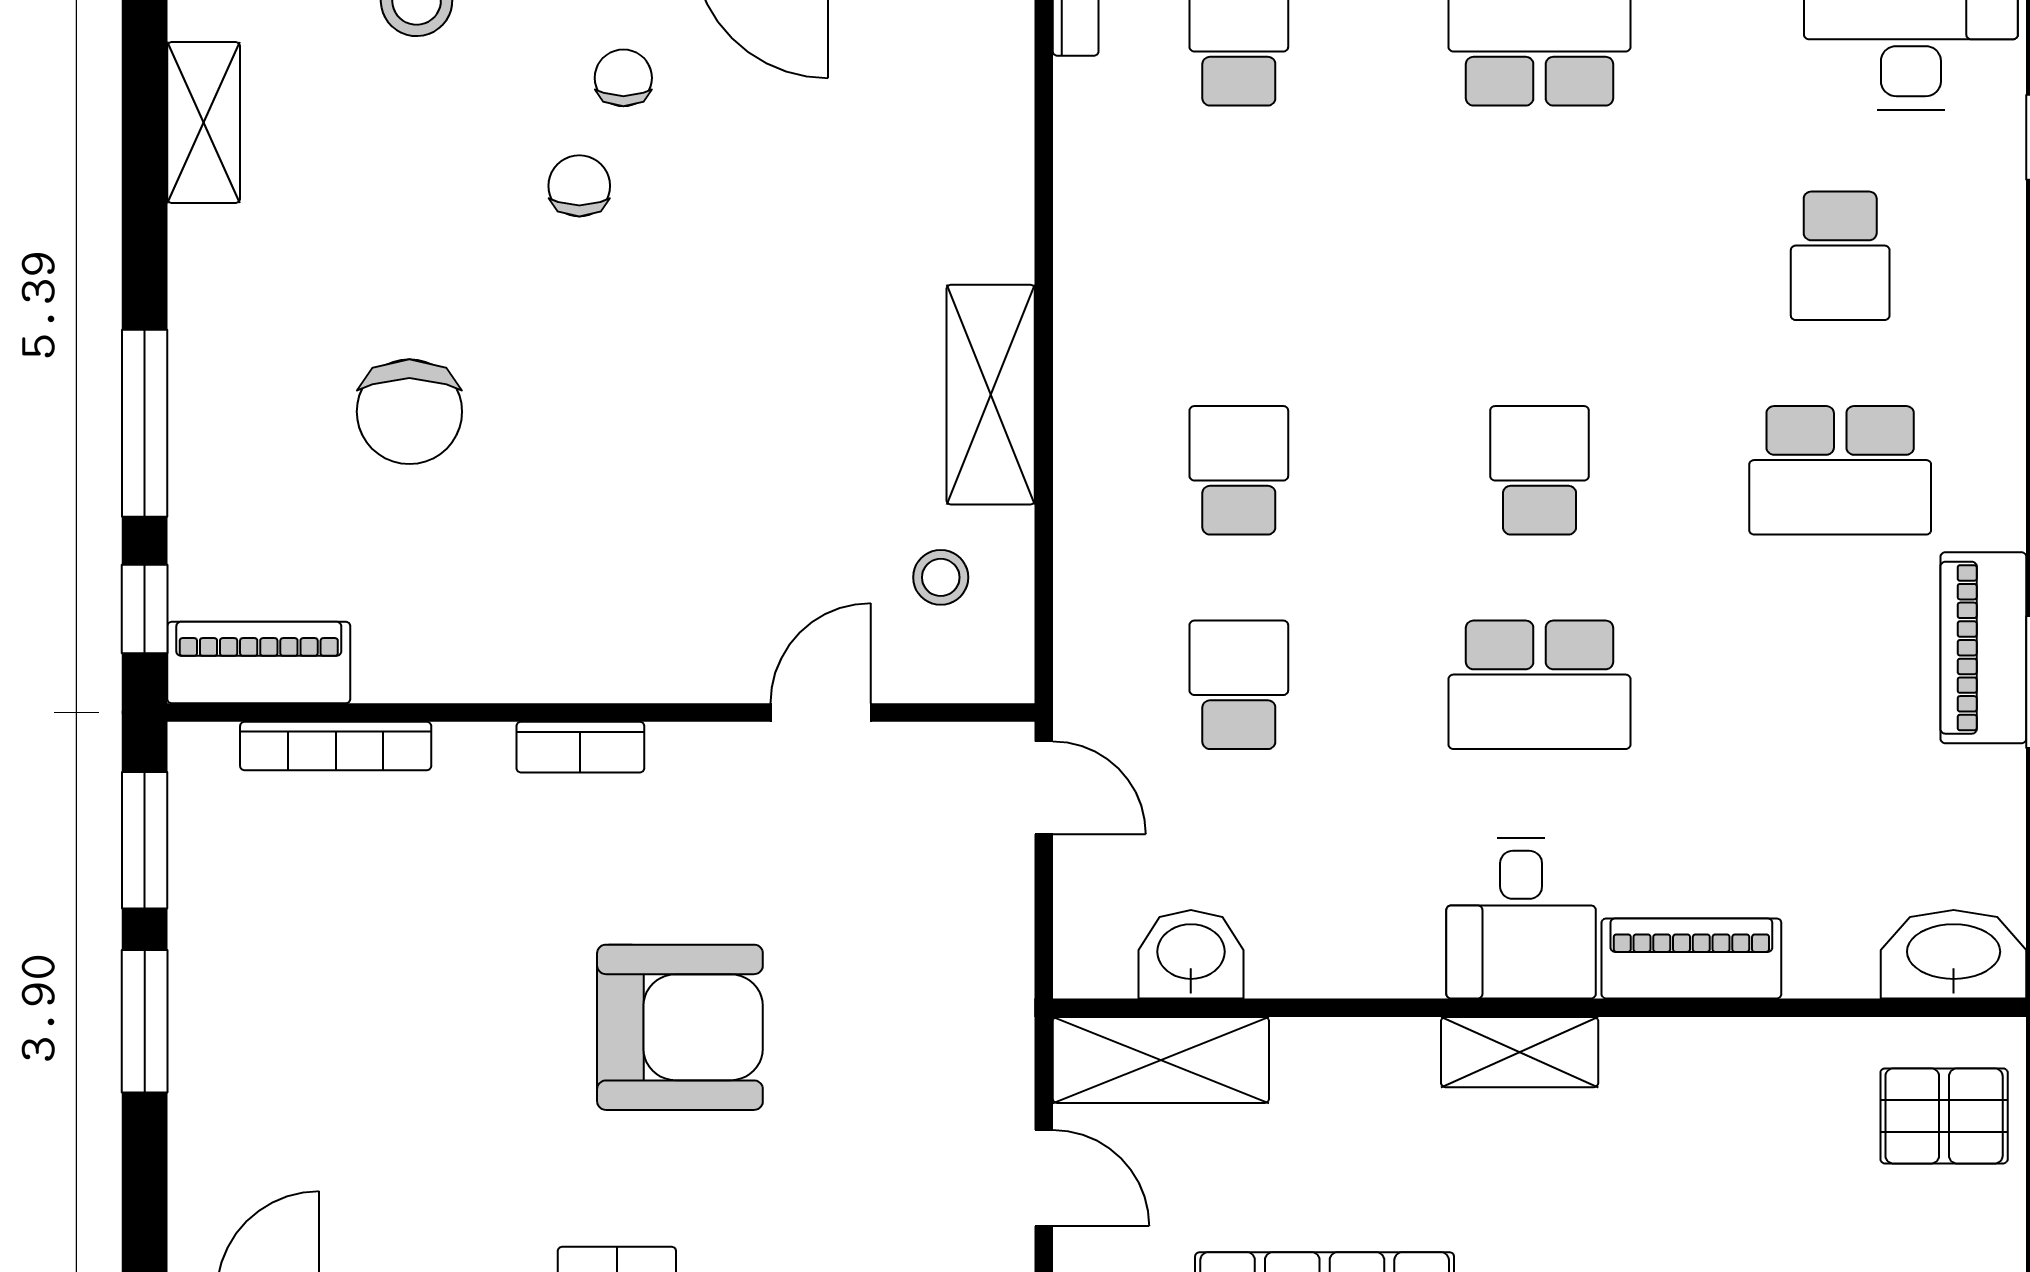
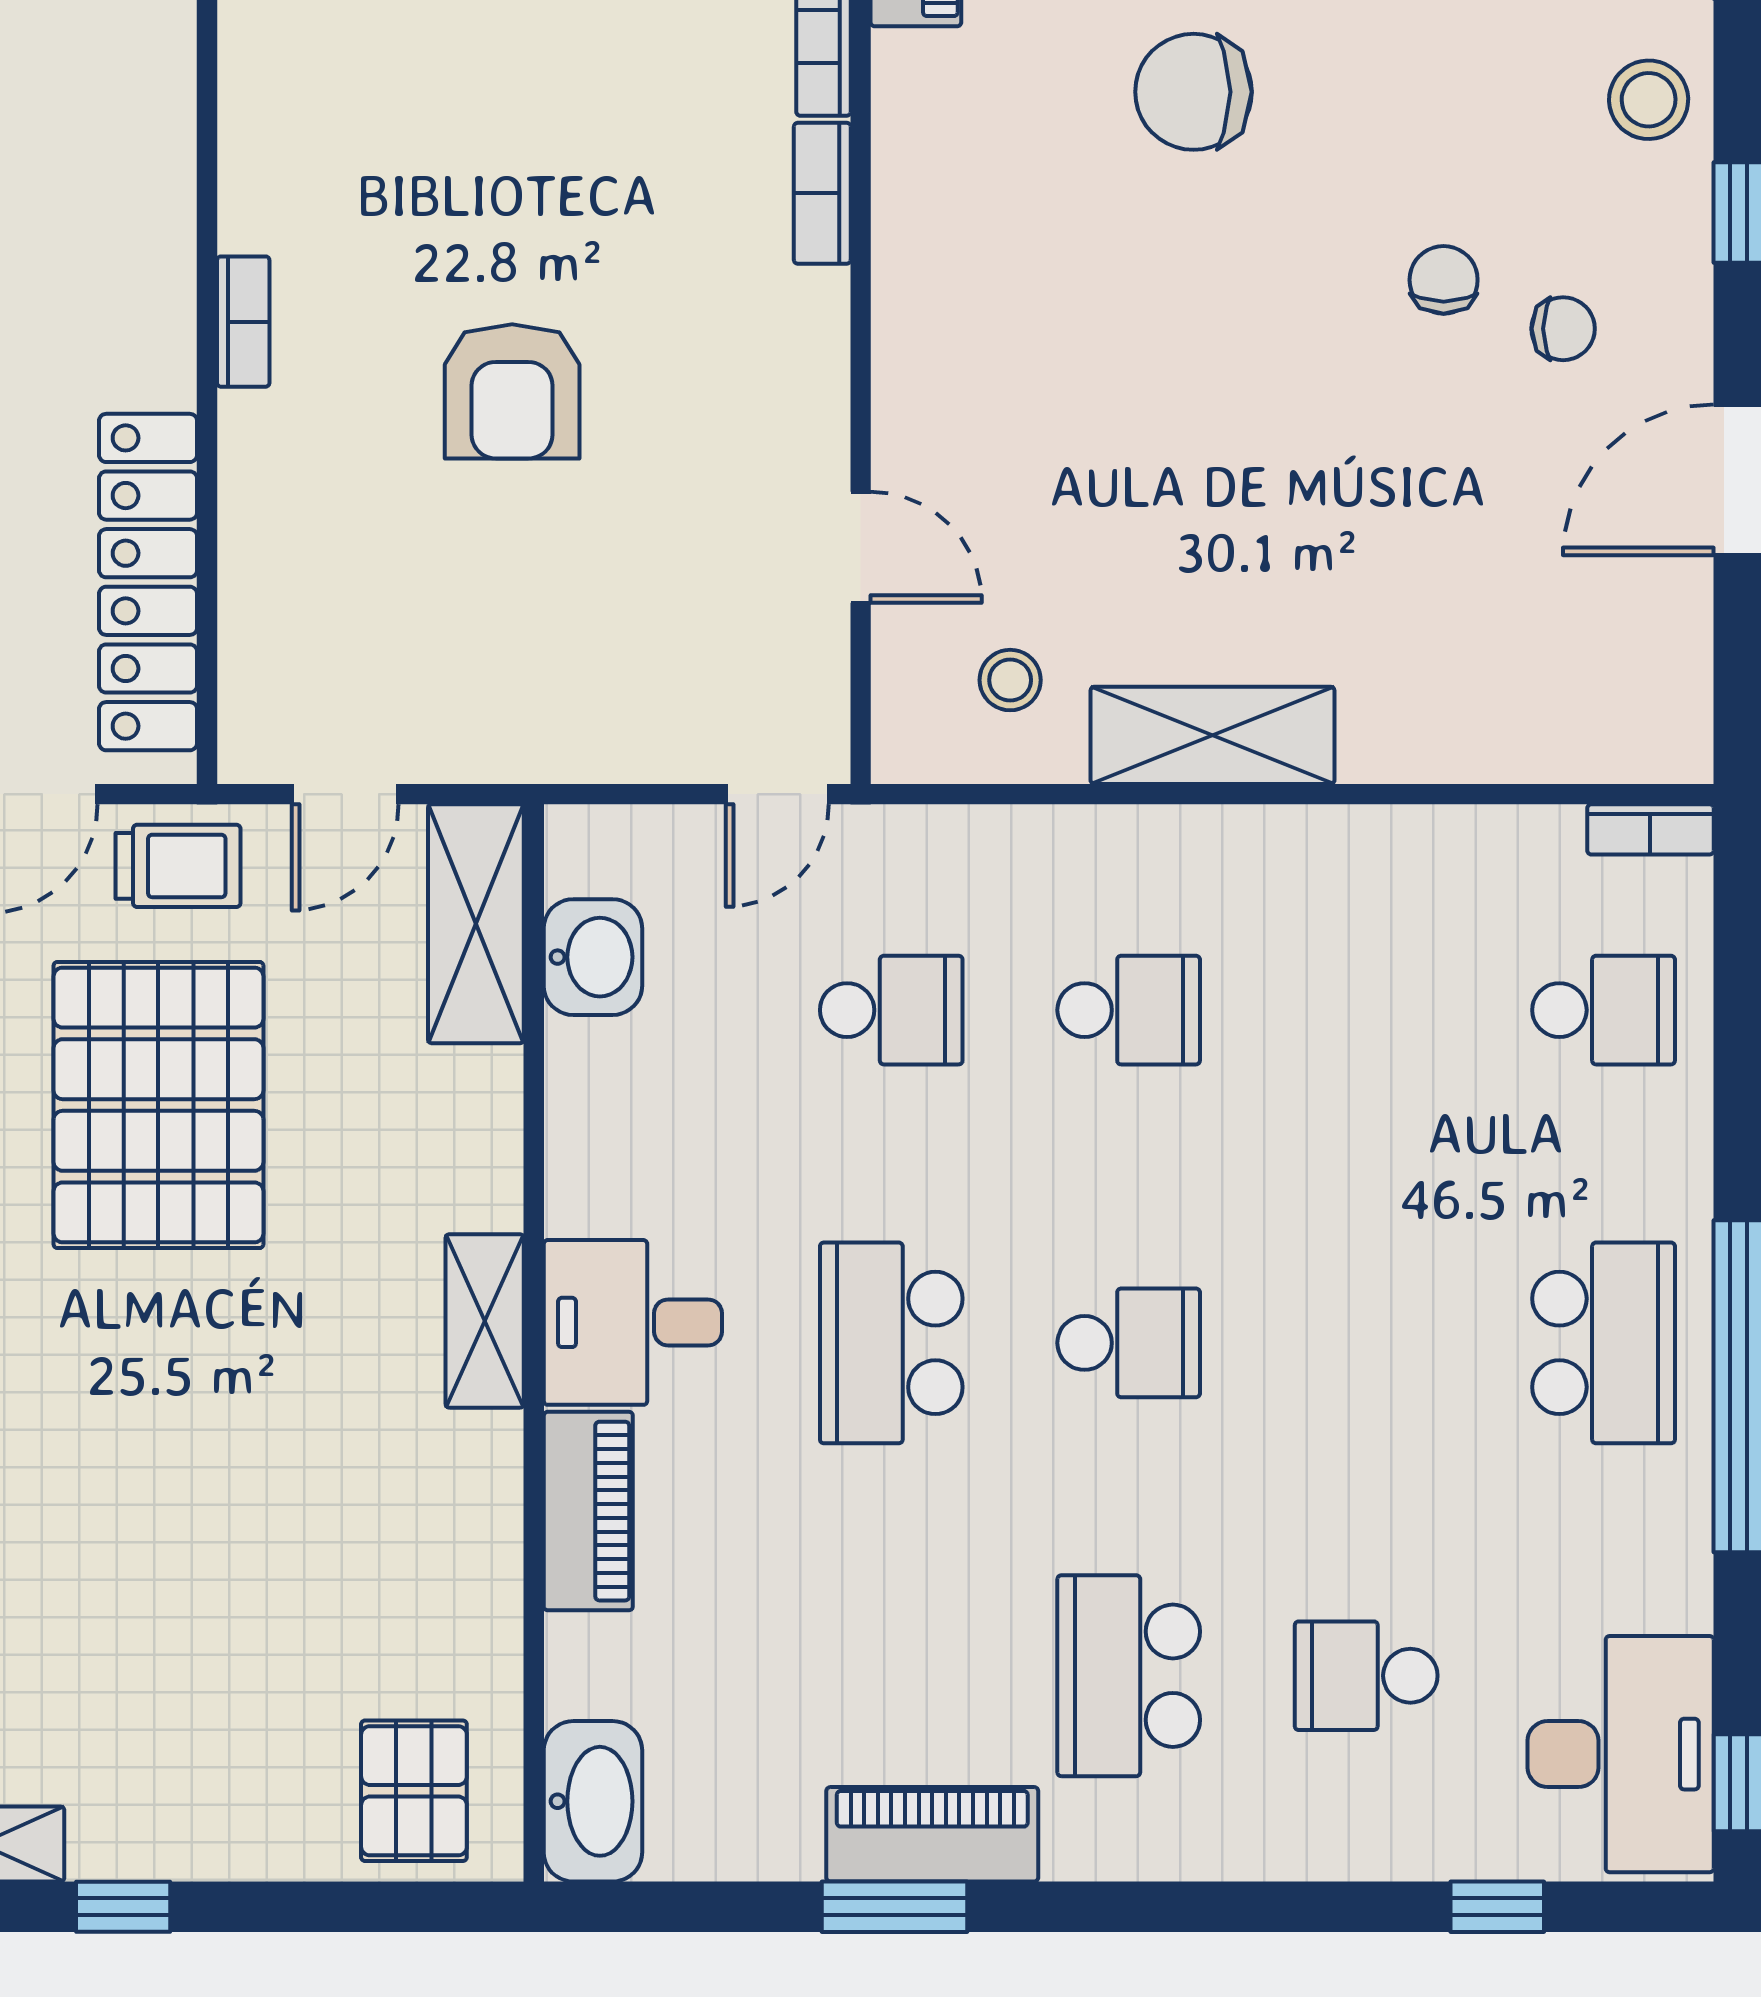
chair: (579, 186) -> (1444, 280), turned -90
bookcase: (580, 747) -> (822, 193), moved
armchair: (680, 1027) -> (512, 391), width x0.73, depth x0.73

